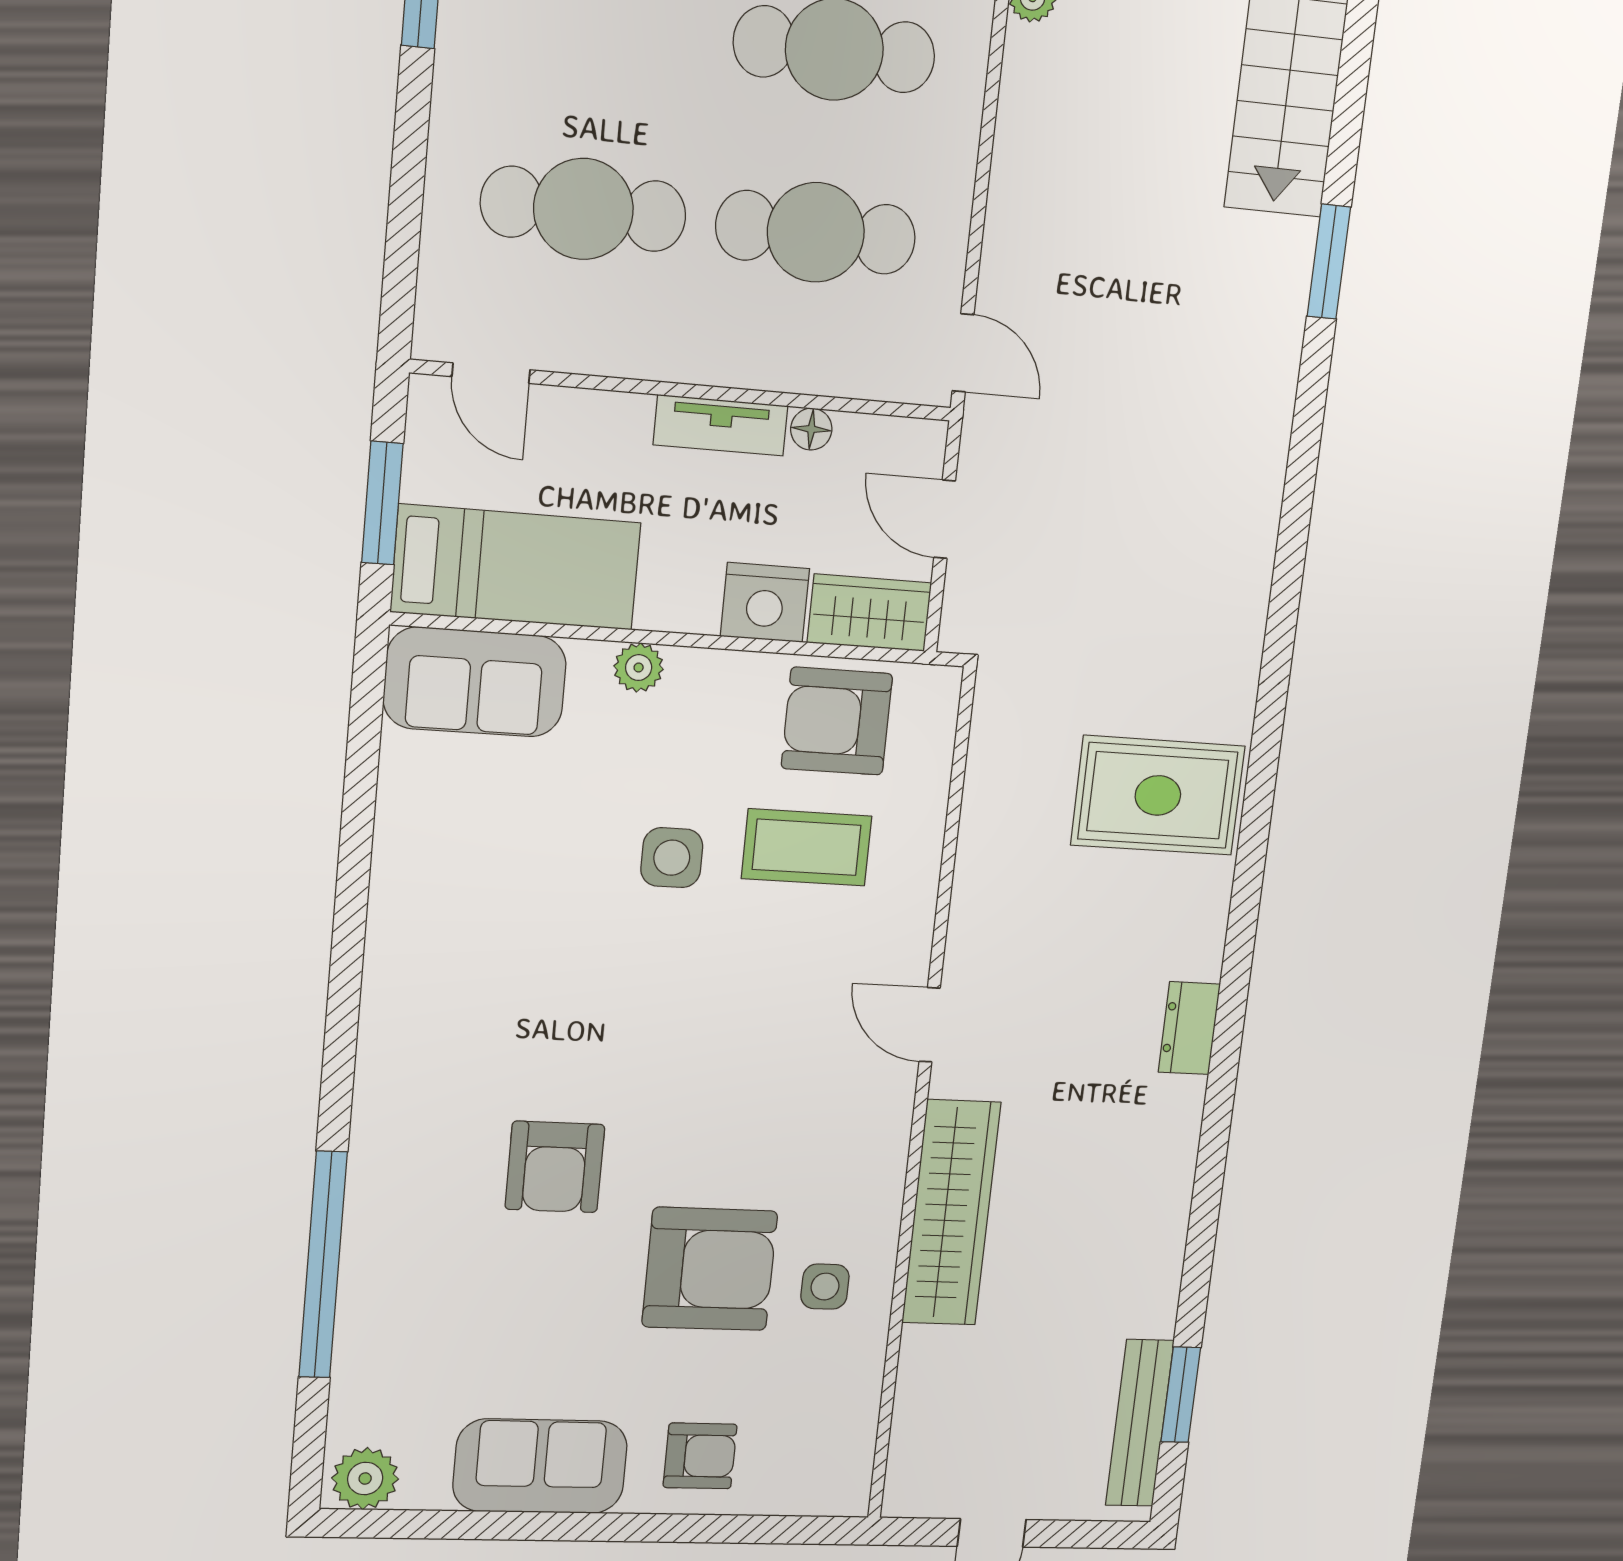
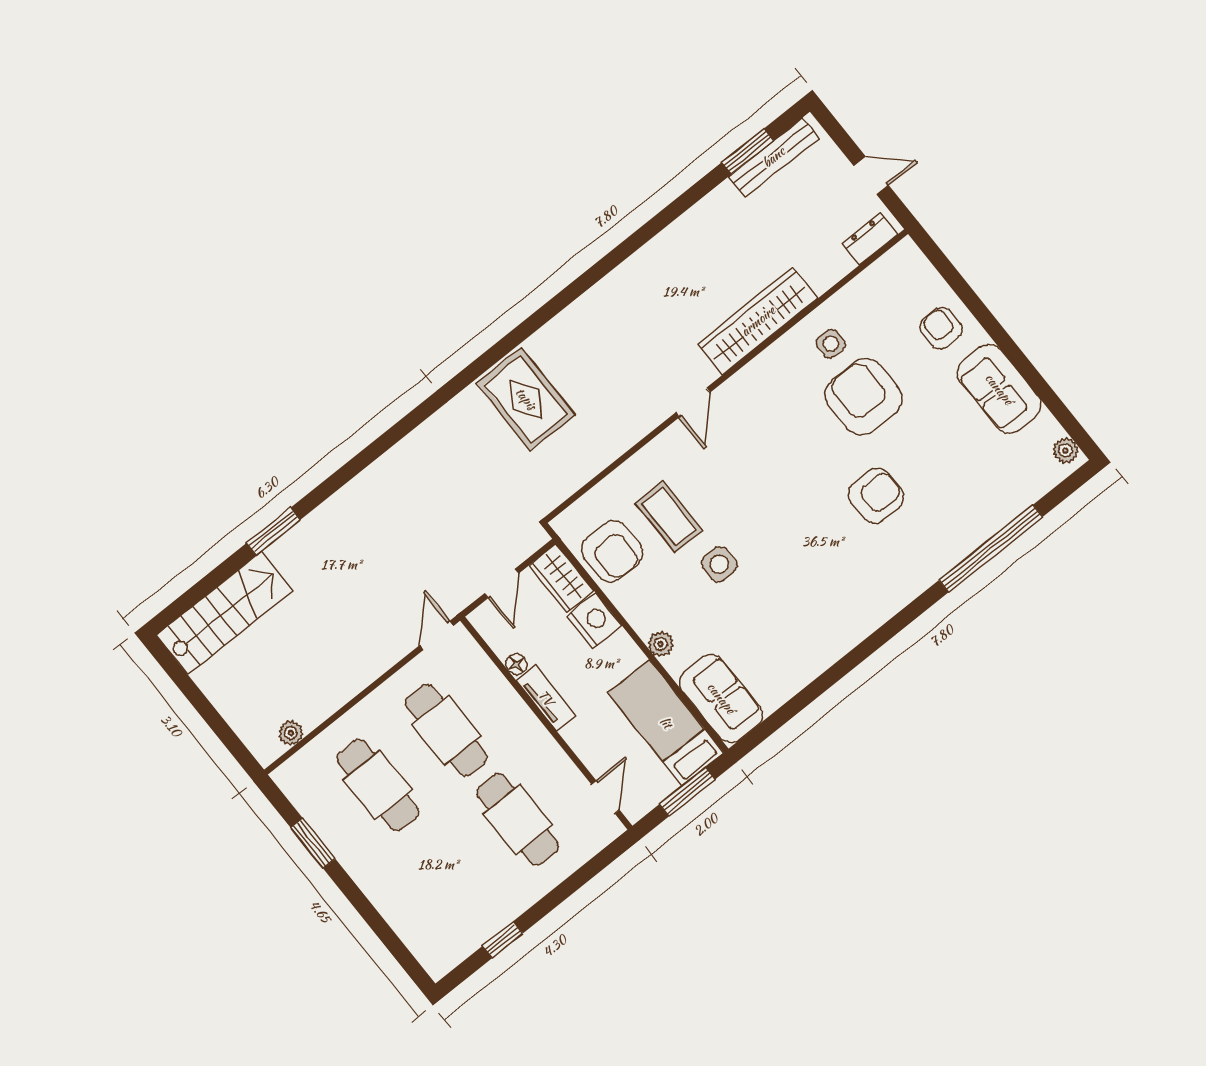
dresser: (1189, 1028) -> (870, 239), moved, turned 180
plant: (365, 1479) -> (1066, 450), width x0.73, depth x0.73

